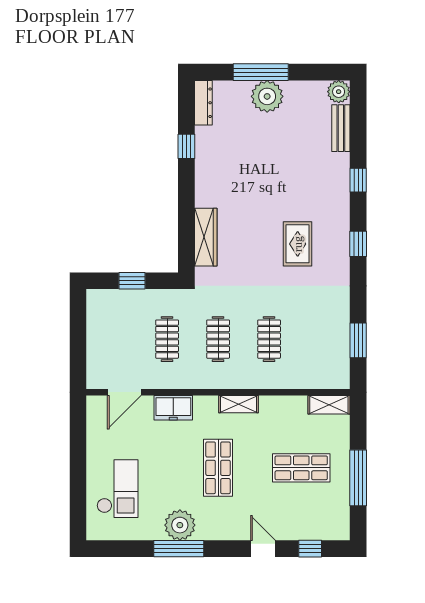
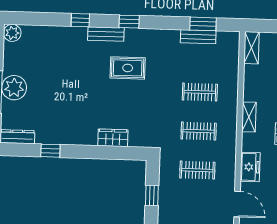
bench: (341, 128) -> (106, 34), moved
wardrobe: (206, 237) -> (113, 138), width x0.67
bench: (341, 335) -> (198, 37), added

